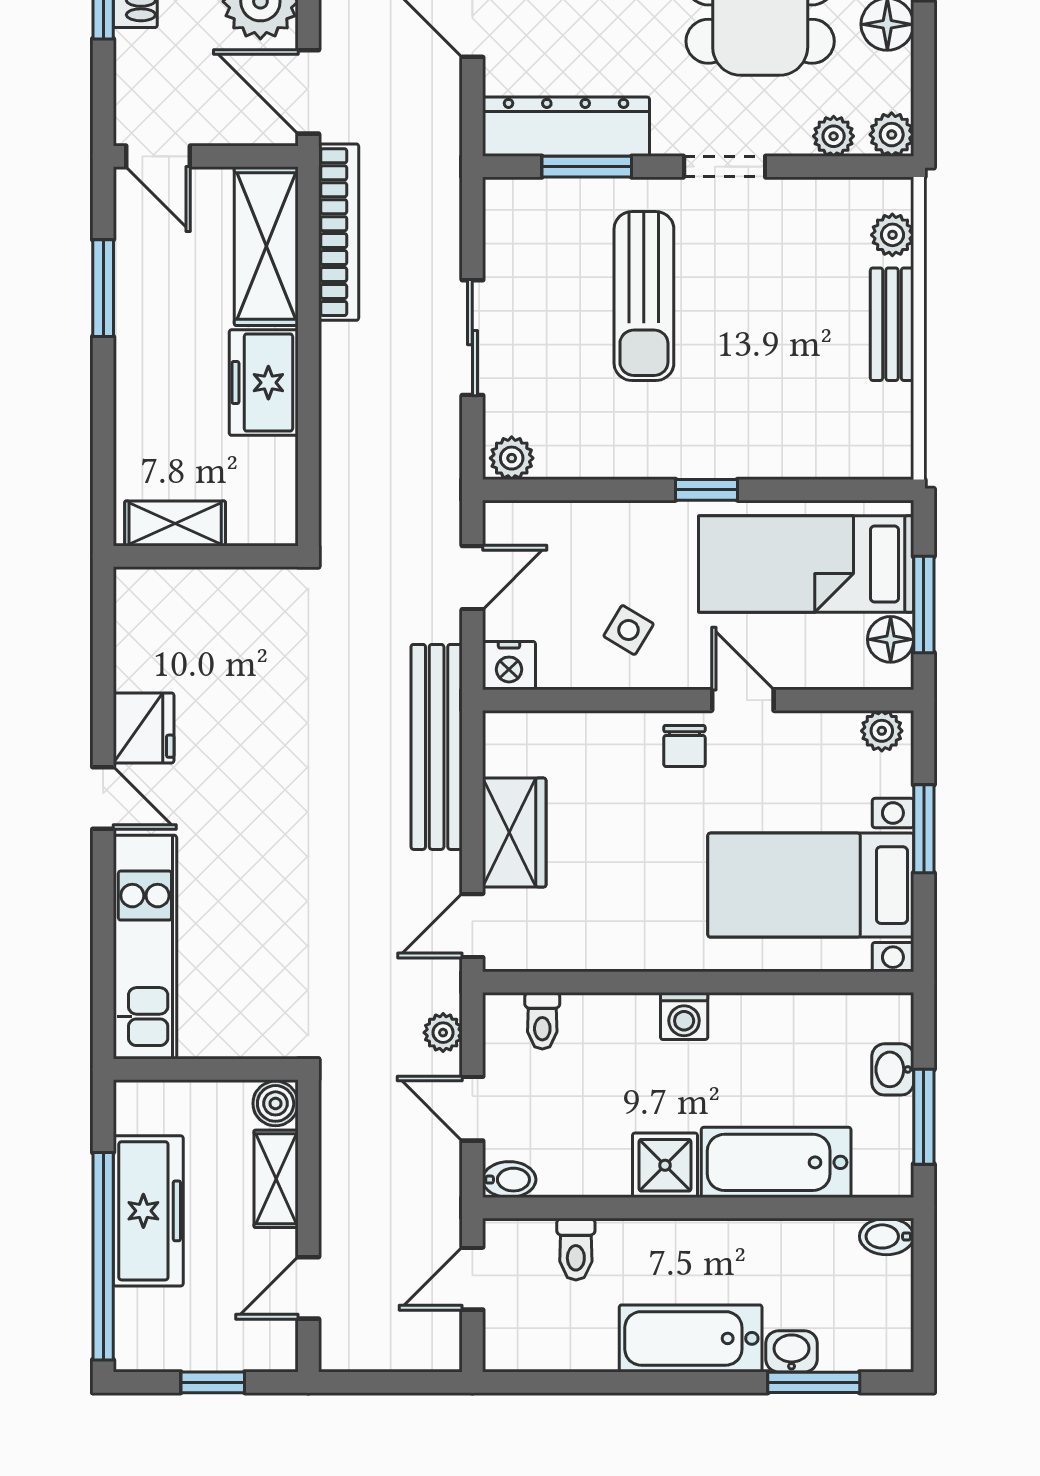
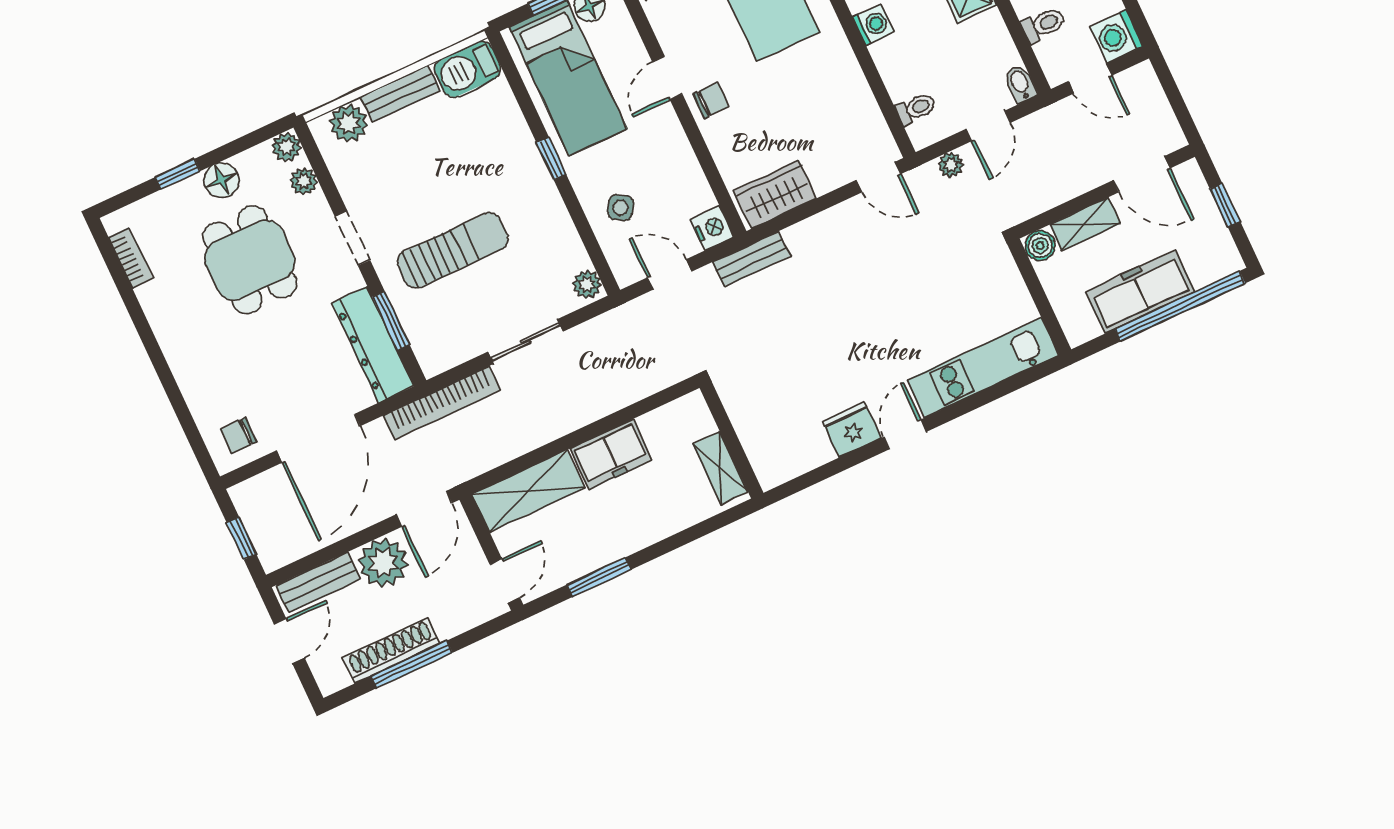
bookcase: (339, 232) -> (442, 403), moved, turned 180
plant: (892, 235) -> (349, 123), width x1.38, depth x1.38
barbecue: (883, 432) -> (468, 69), added
side table: (629, 630) -> (620, 208), moved
bench: (437, 747) -> (751, 259), width x0.54, depth x0.82
wardrobe: (514, 833) -> (775, 195), moved
door: (308, 1288) -> (1142, 174), width x1.38
washing machine: (513, 1341) -> (1116, 36), added

